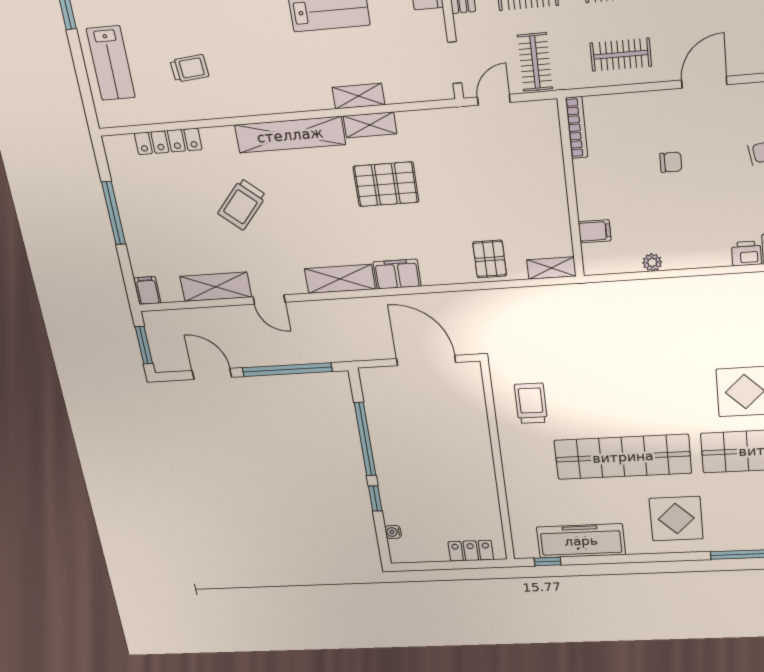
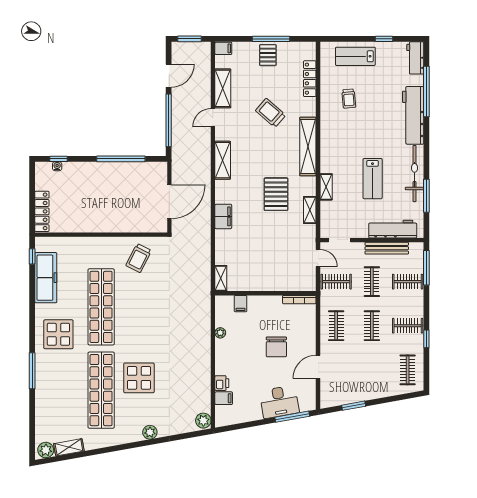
door: (704, 82) -> (318, 367), swing flipped
shelving: (370, 125) -> (310, 210), moved
chair: (671, 162) -> (276, 347), width x1.87, depth x1.87
pallet: (490, 259) -> (268, 55), moved, turned 90
filing cabinet: (397, 274) -> (223, 216), moved
trolley: (531, 403) -> (139, 258), turned 117
window: (375, 499) -> (58, 159), moved
locker: (471, 551) -> (42, 211), width x1.53

